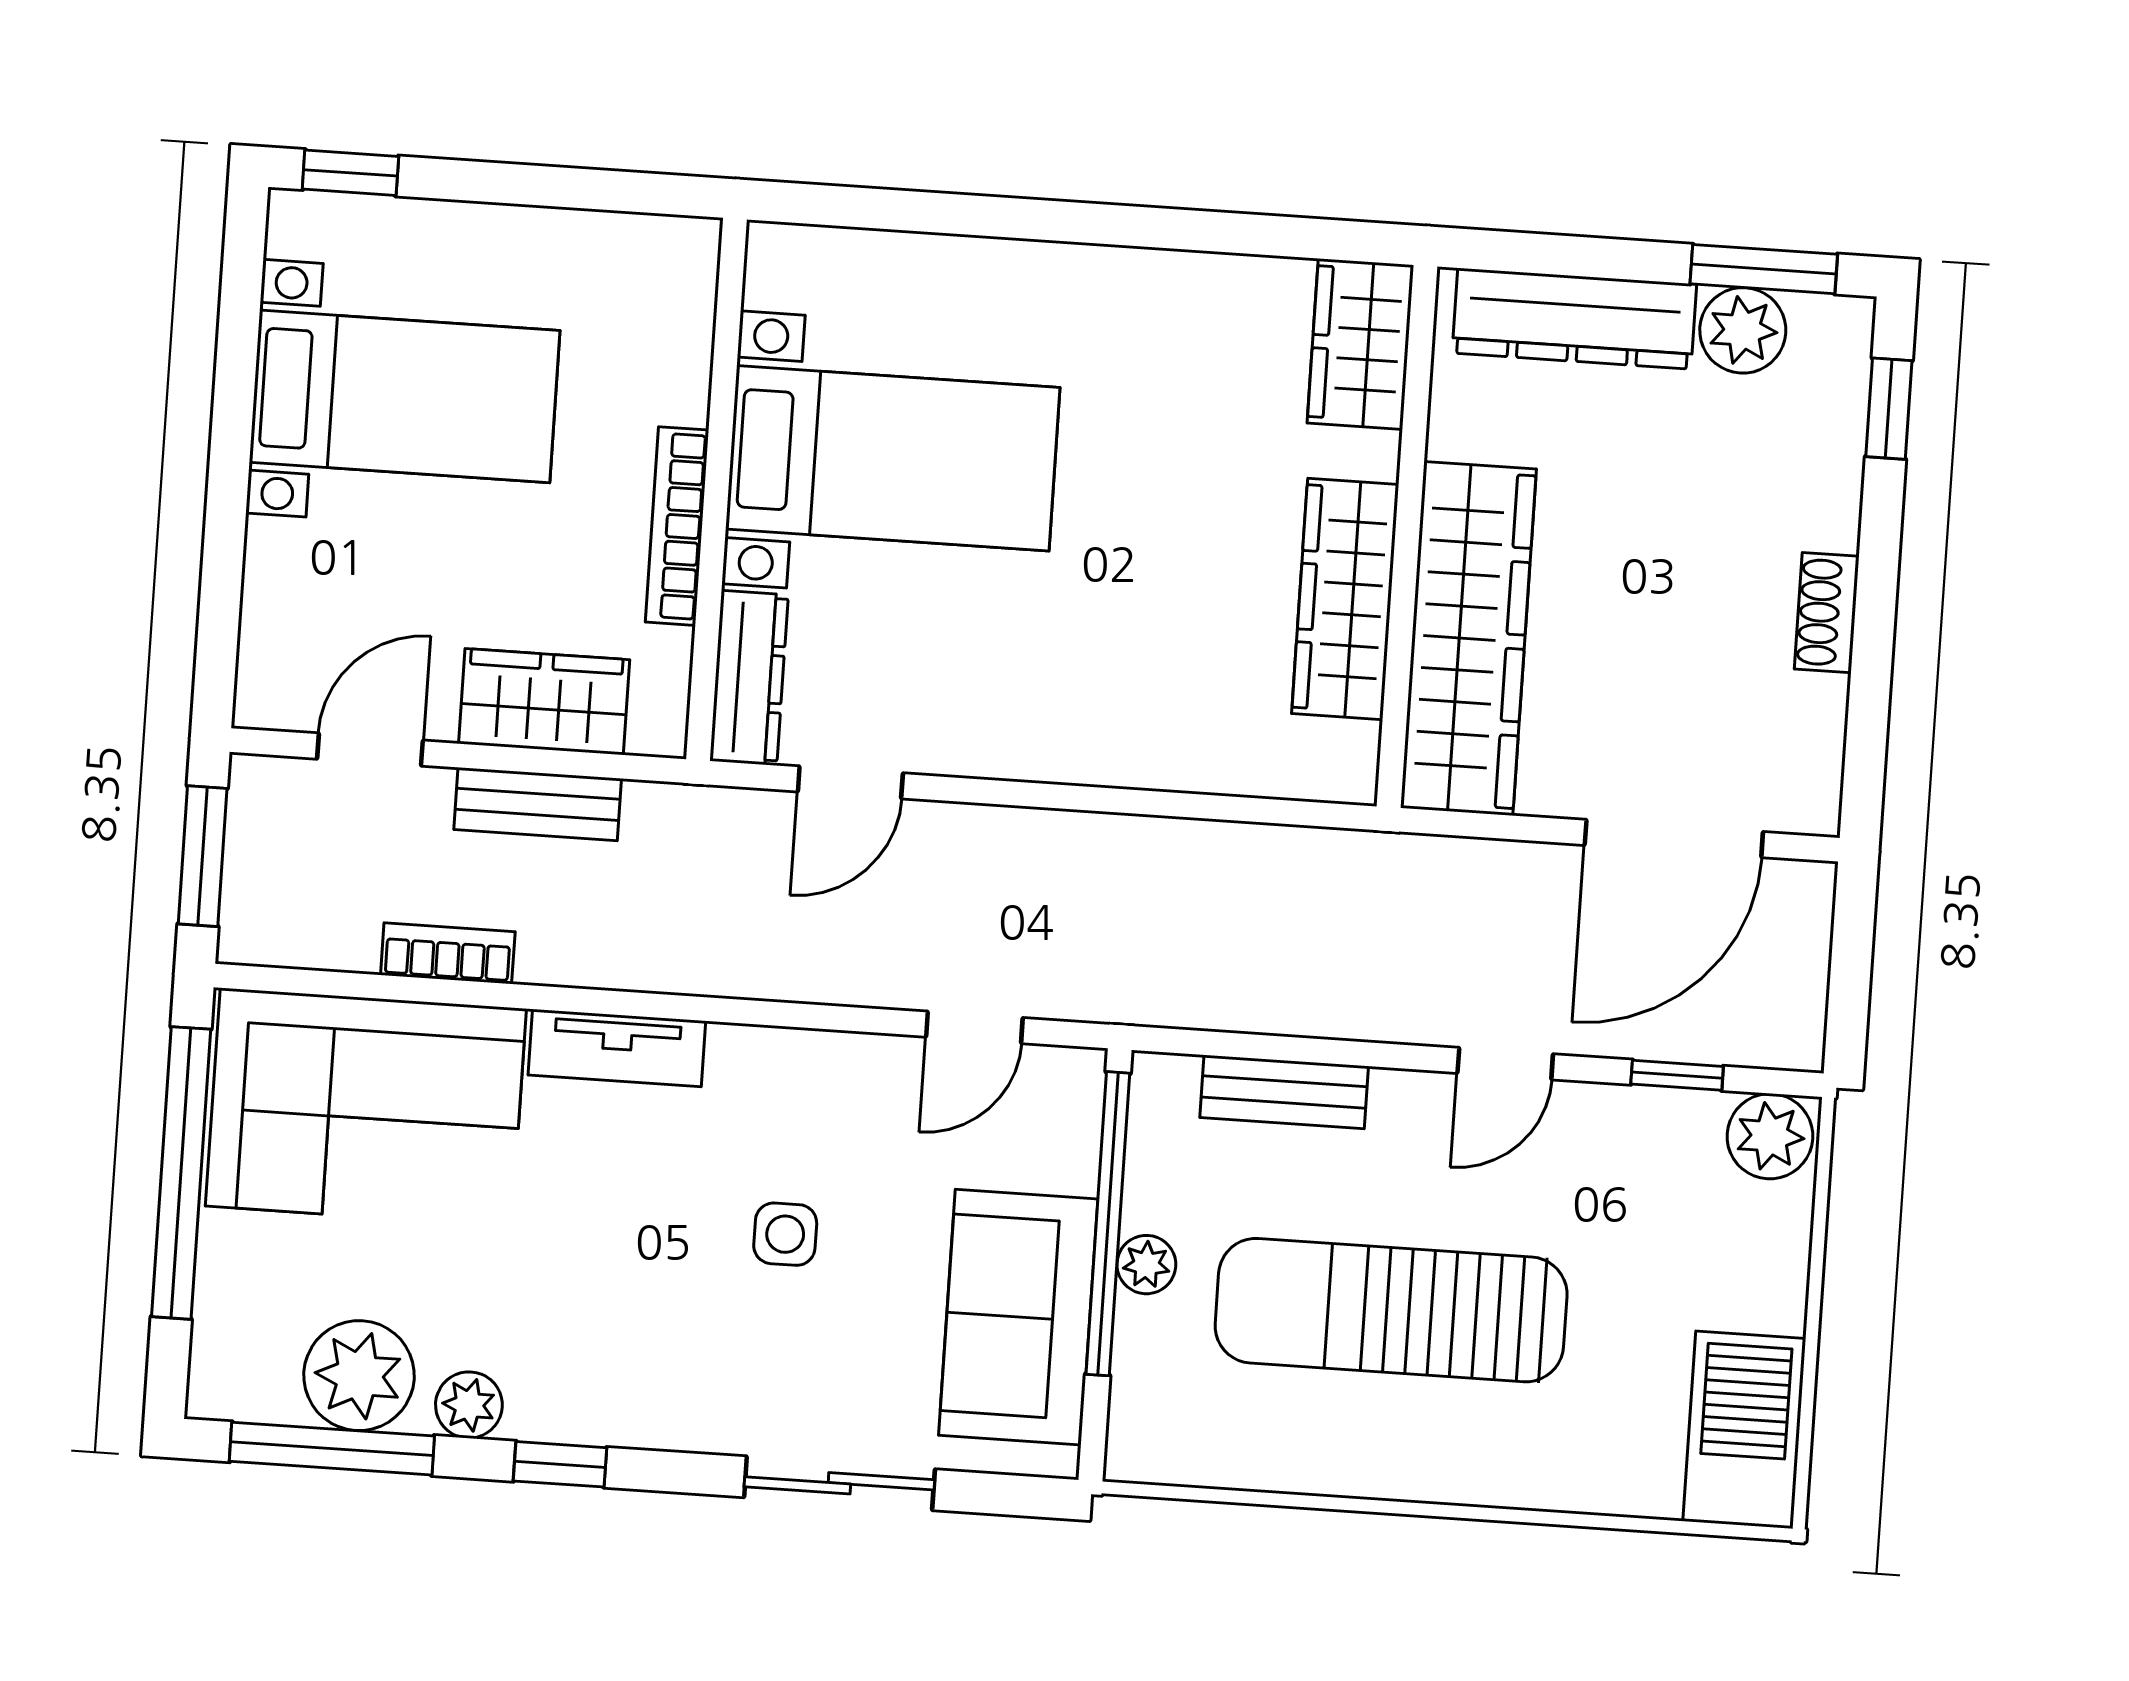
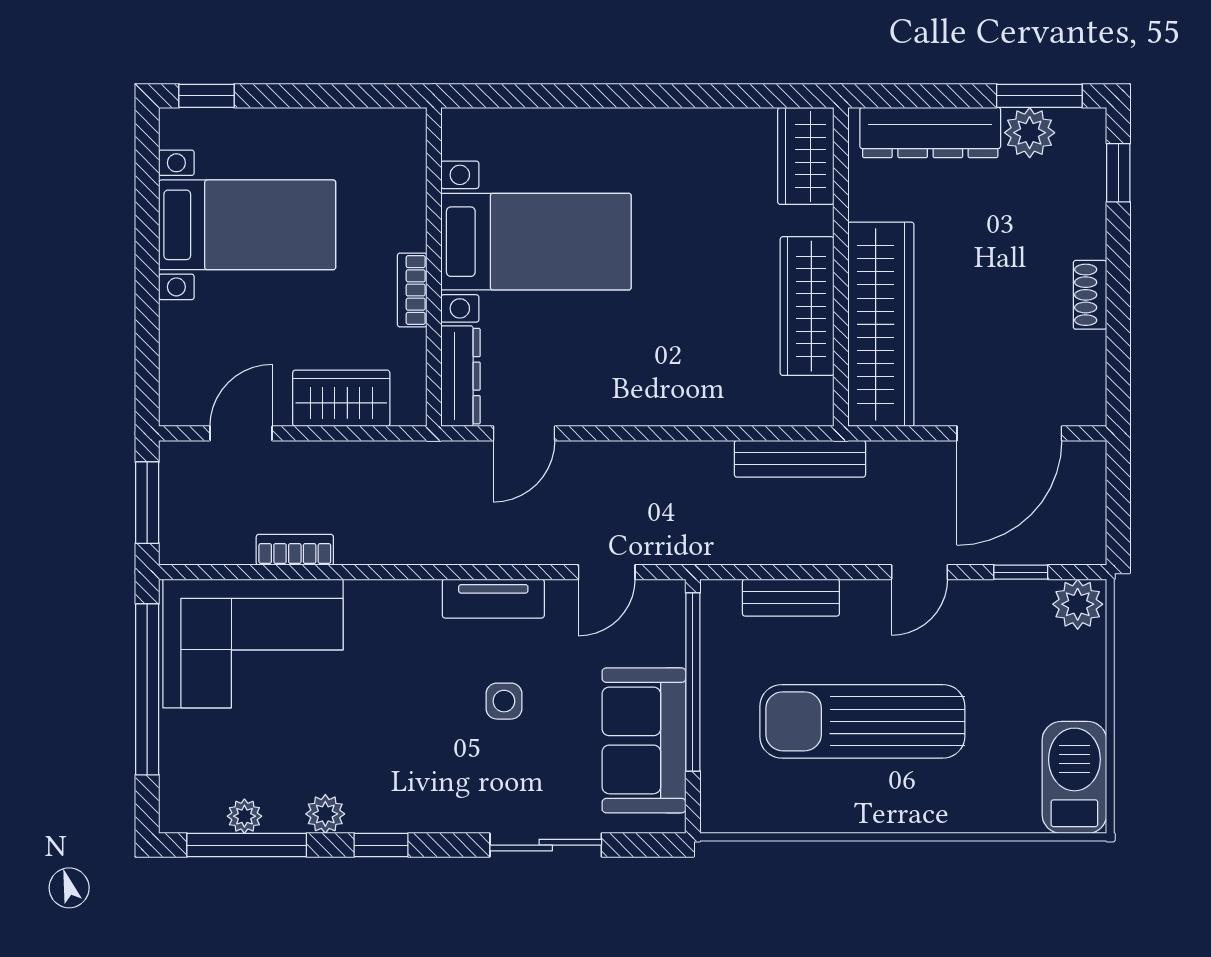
bookcase: (677, 526) -> (412, 290), width x0.64
bench: (538, 804) -> (800, 459), moved, width x1.36
tv unit: (617, 1048) -> (493, 599), moved
plant: (1146, 1265) -> (717, 704), removed
plant: (359, 1376) -> (244, 816), width x0.53, depth x0.53

